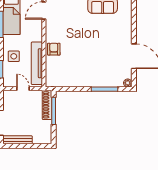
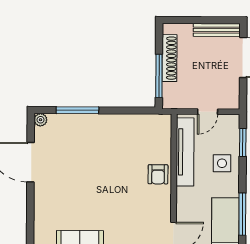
door: (23, 89) -> (208, 112), hinge flipped
shoe rack: (47, 105) -> (169, 58), moved

